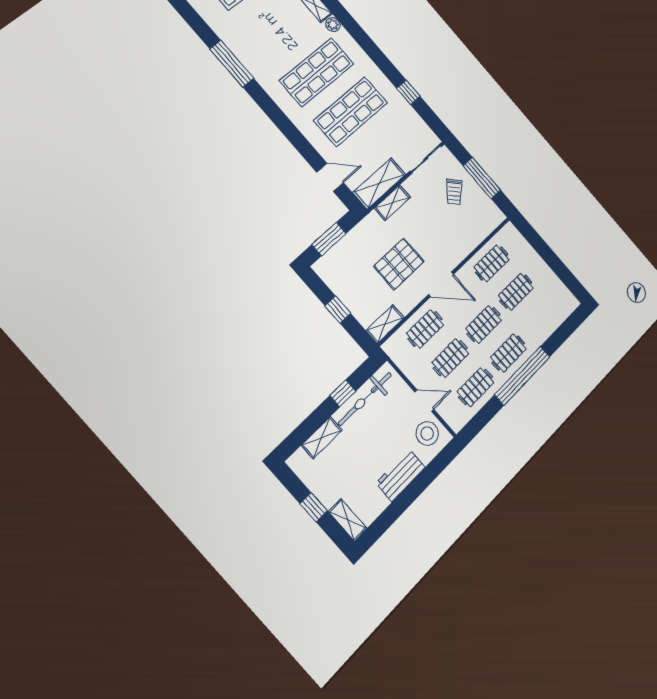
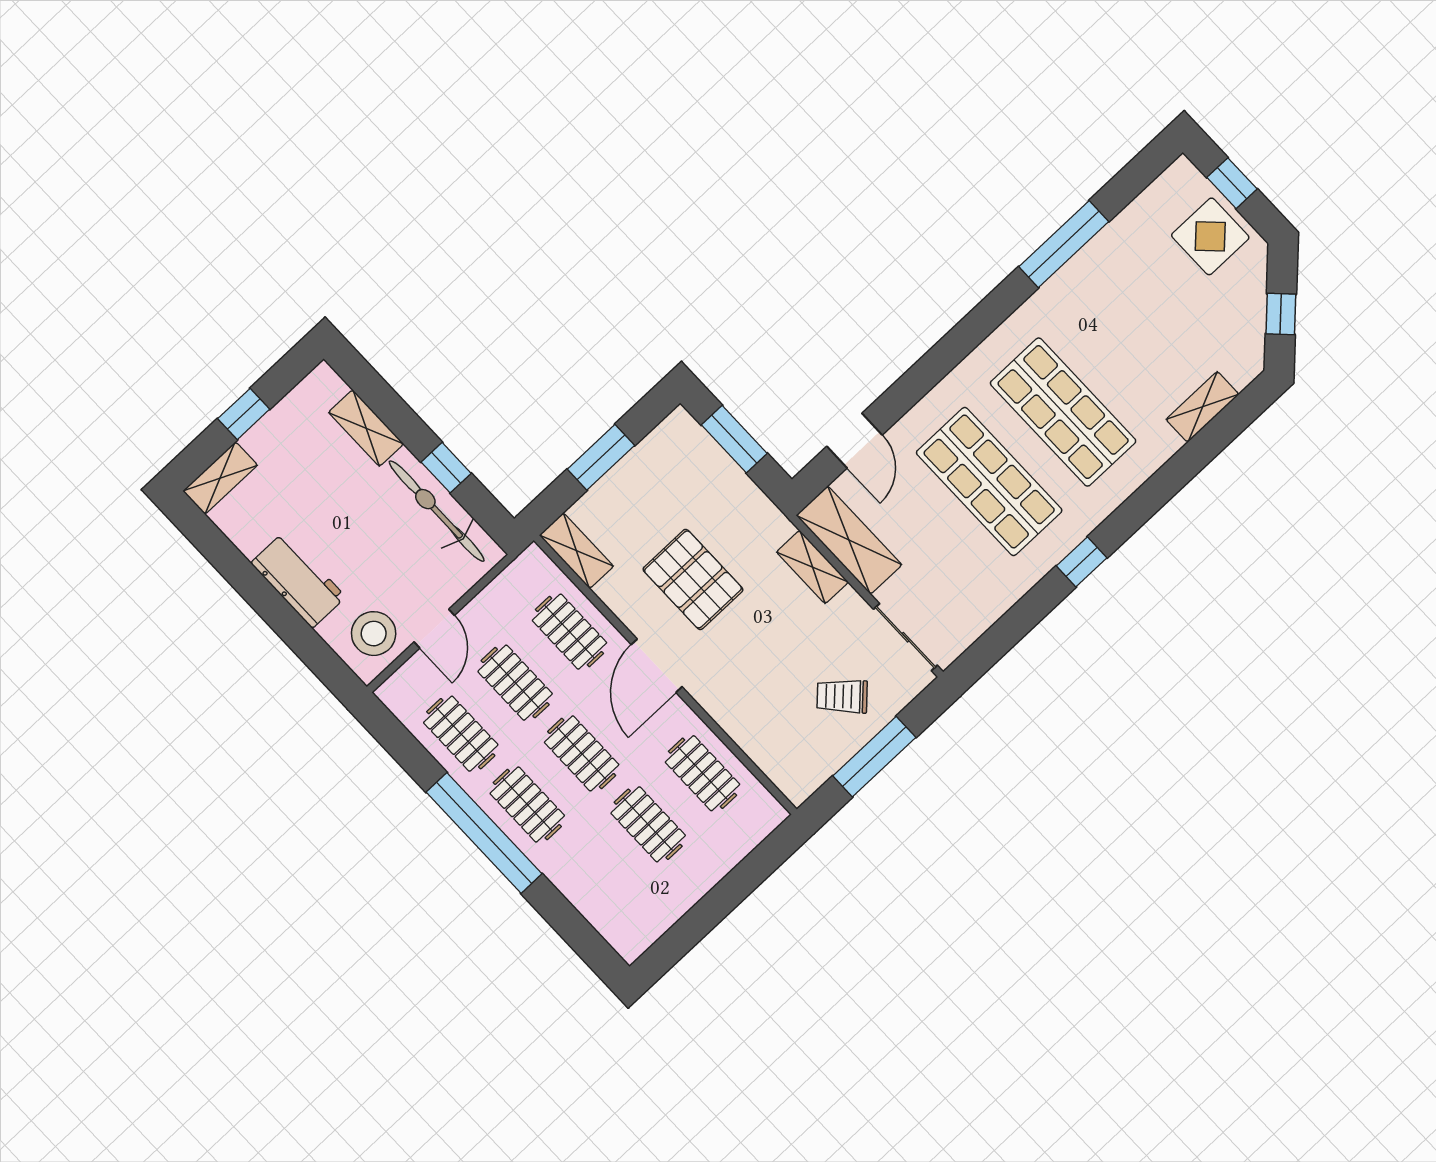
plant: (333, 25) -> (1165, 444), removed
window: (408, 92) -> (1082, 562), moved
window: (338, 310) -> (601, 457), width x1.50

